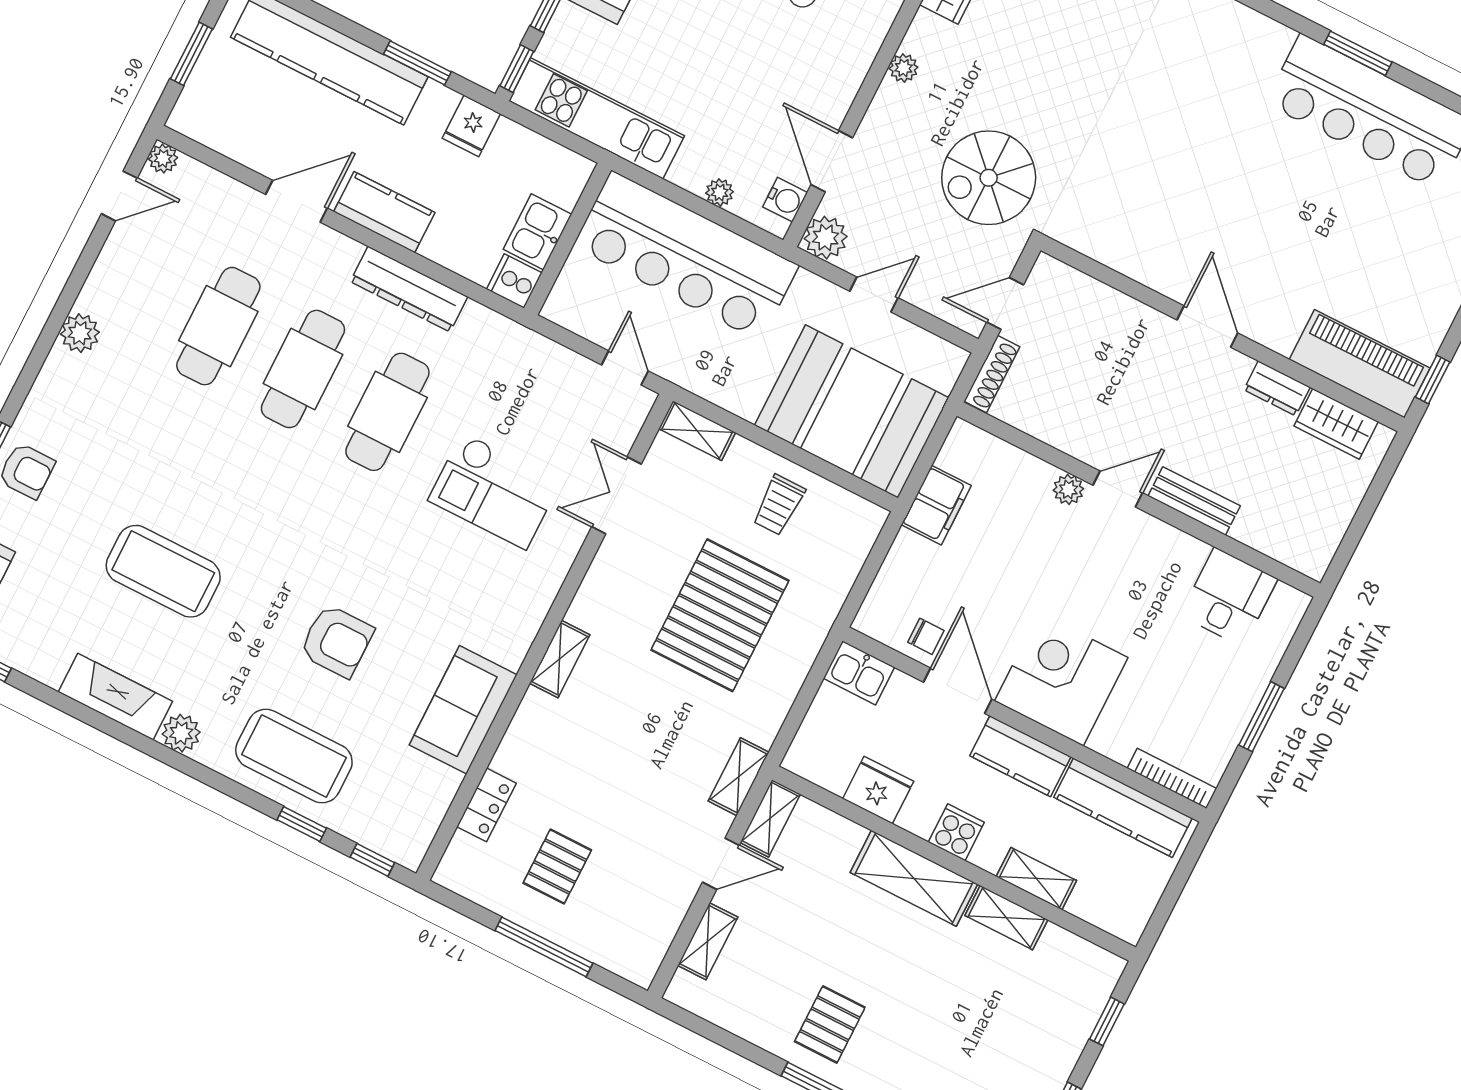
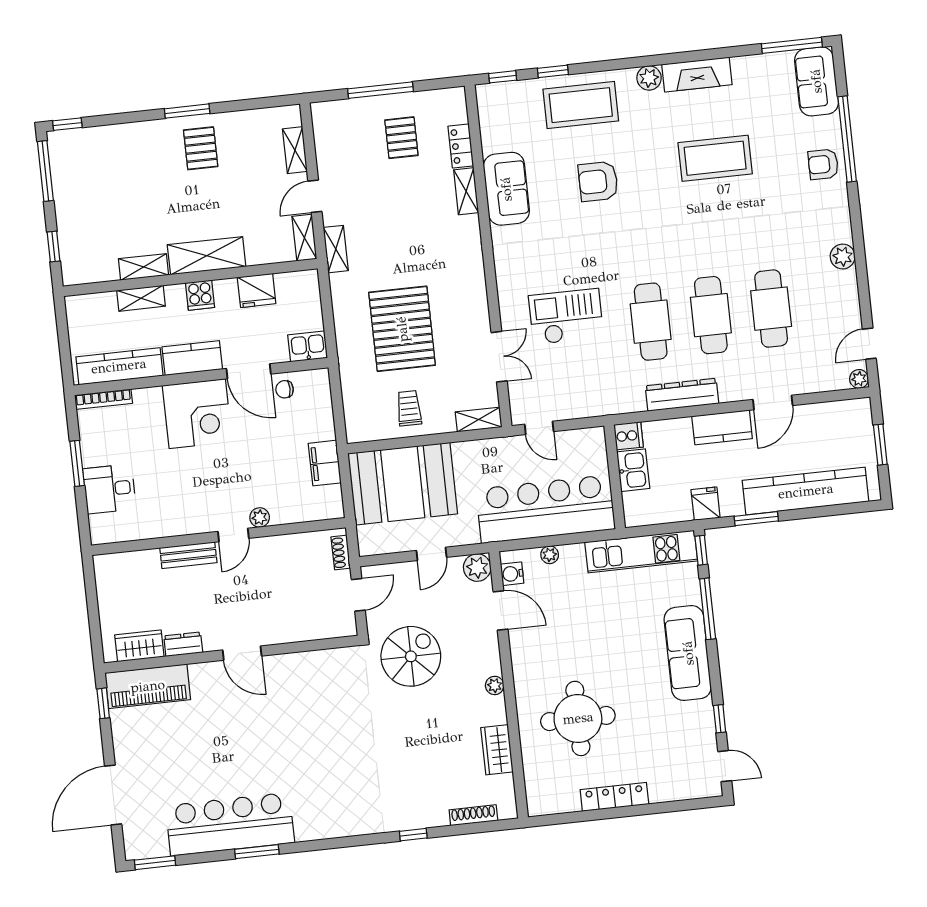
shoe rack: (992, 374) -> (341, 553), width x0.70
desk: (1229, 597) -> (109, 489), moved, turned 90
shelving: (560, 659) -> (466, 191), moved

